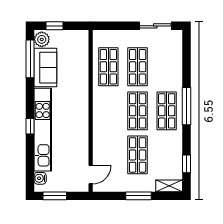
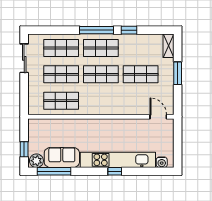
shop shelf: (167, 67) -> (61, 48), added
window: (187, 164) -> (129, 30), moved
window: (55, 196) -> (178, 149), removed

